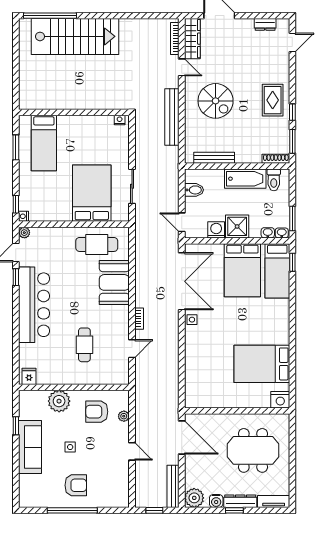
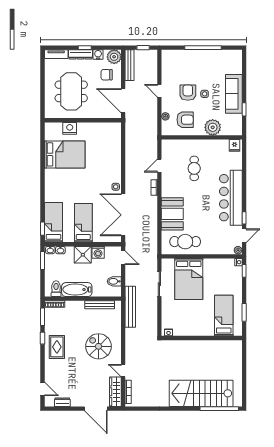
door: (292, 43) -> (43, 389), swing flipped
bench: (172, 117) -> (130, 307), moved
bed: (242, 270) -> (83, 223), width x0.67
nightstand: (280, 400) -> (70, 128), moved
meeting table: (253, 450) -> (71, 91), turned 90
chair: (204, 473) -> (107, 75), added
armchair: (76, 485) -> (188, 93), moved, turned 90

